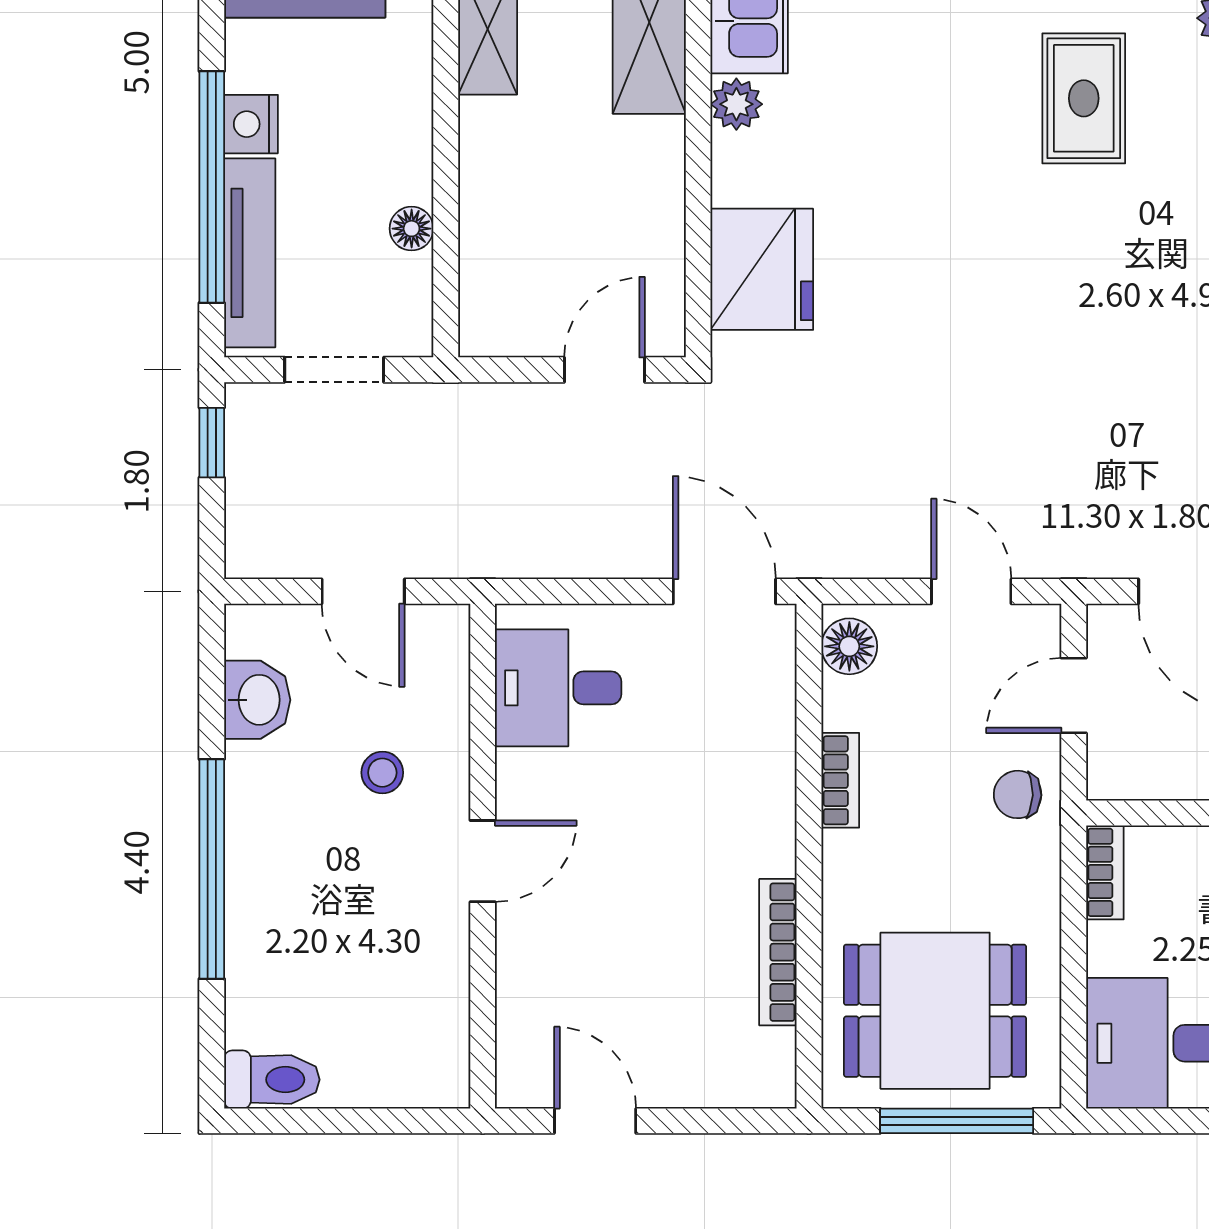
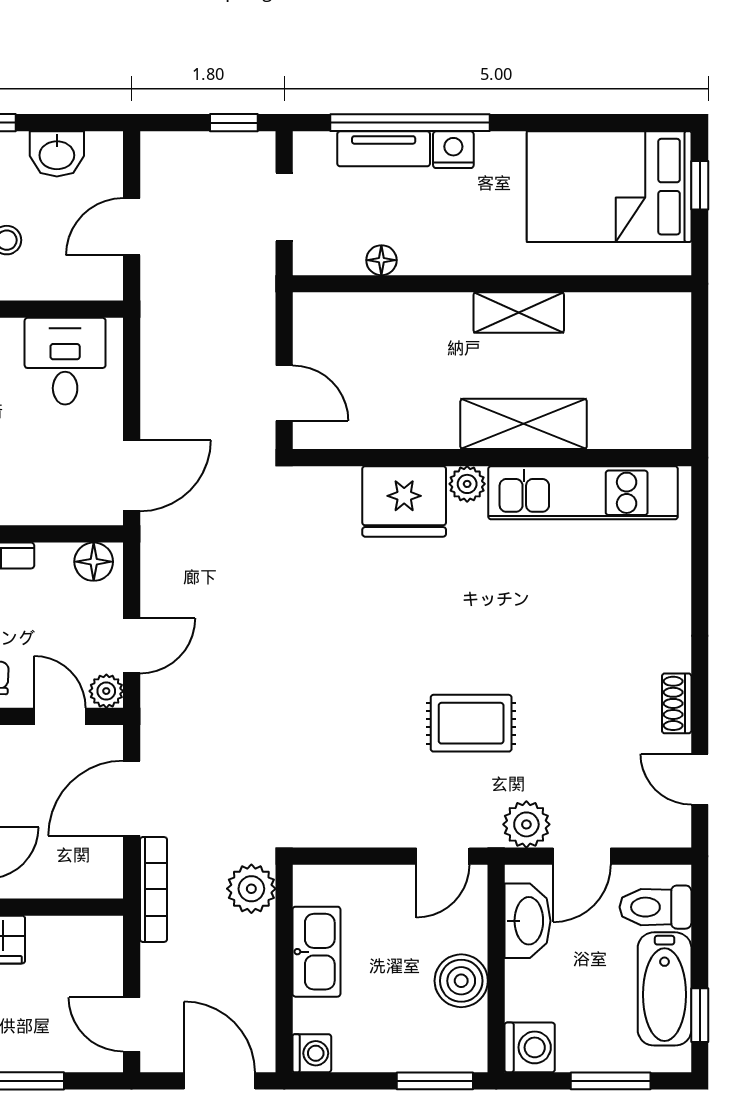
tv unit: (250, 253) -> (384, 149), width x0.71
fridge: (762, 269) -> (404, 501), moved
plant: (1037, 628) -> (106, 691), added

